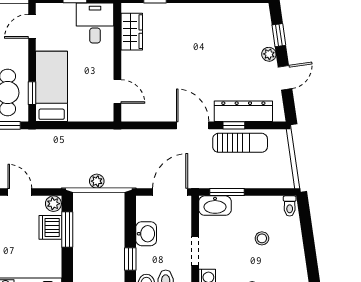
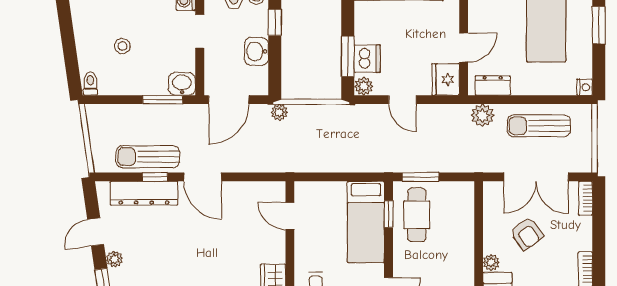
plant: (97, 181) -> (279, 112), moved
washbasin: (215, 206) -> (182, 84), width x0.72

